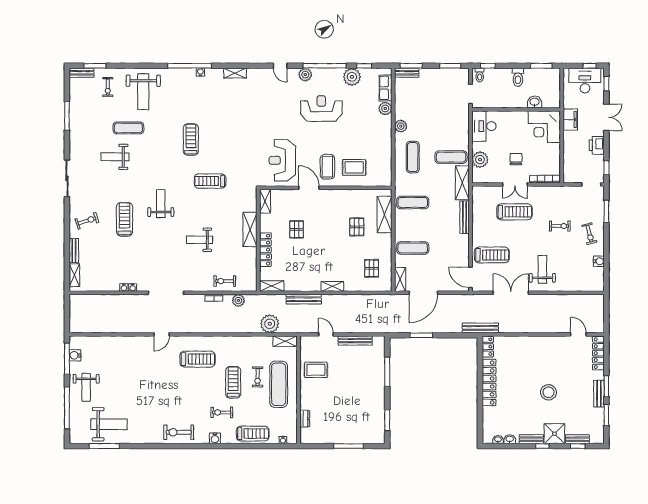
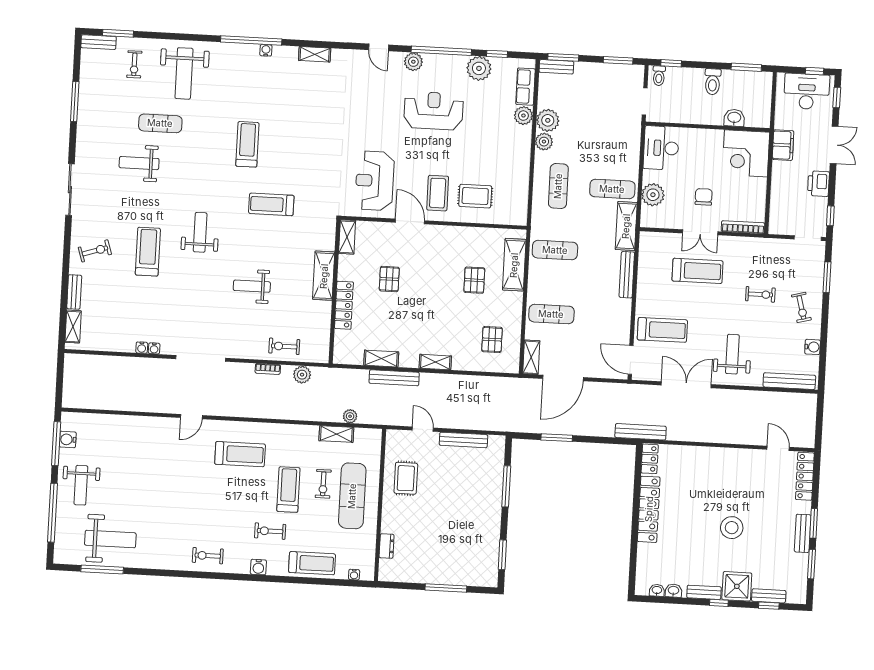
plant: (403, 111) -> (548, 120), added
shelving: (272, 286) -> (381, 359), moved
bench: (584, 286) -> (789, 381), added
plant: (270, 324) -> (350, 416), width x0.53, depth x0.53
shelving: (285, 341) -> (336, 434), moved
rug: (316, 370) -> (406, 478), turned 90
exercise bike: (179, 432) -> (208, 556), width x0.73, depth x0.72

